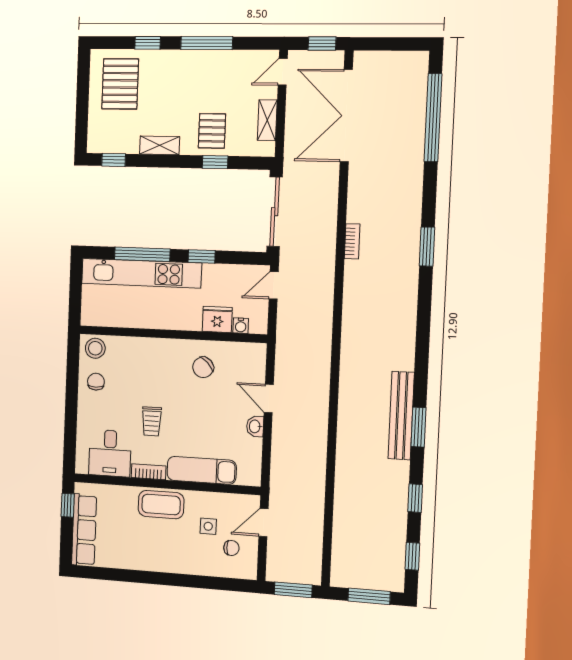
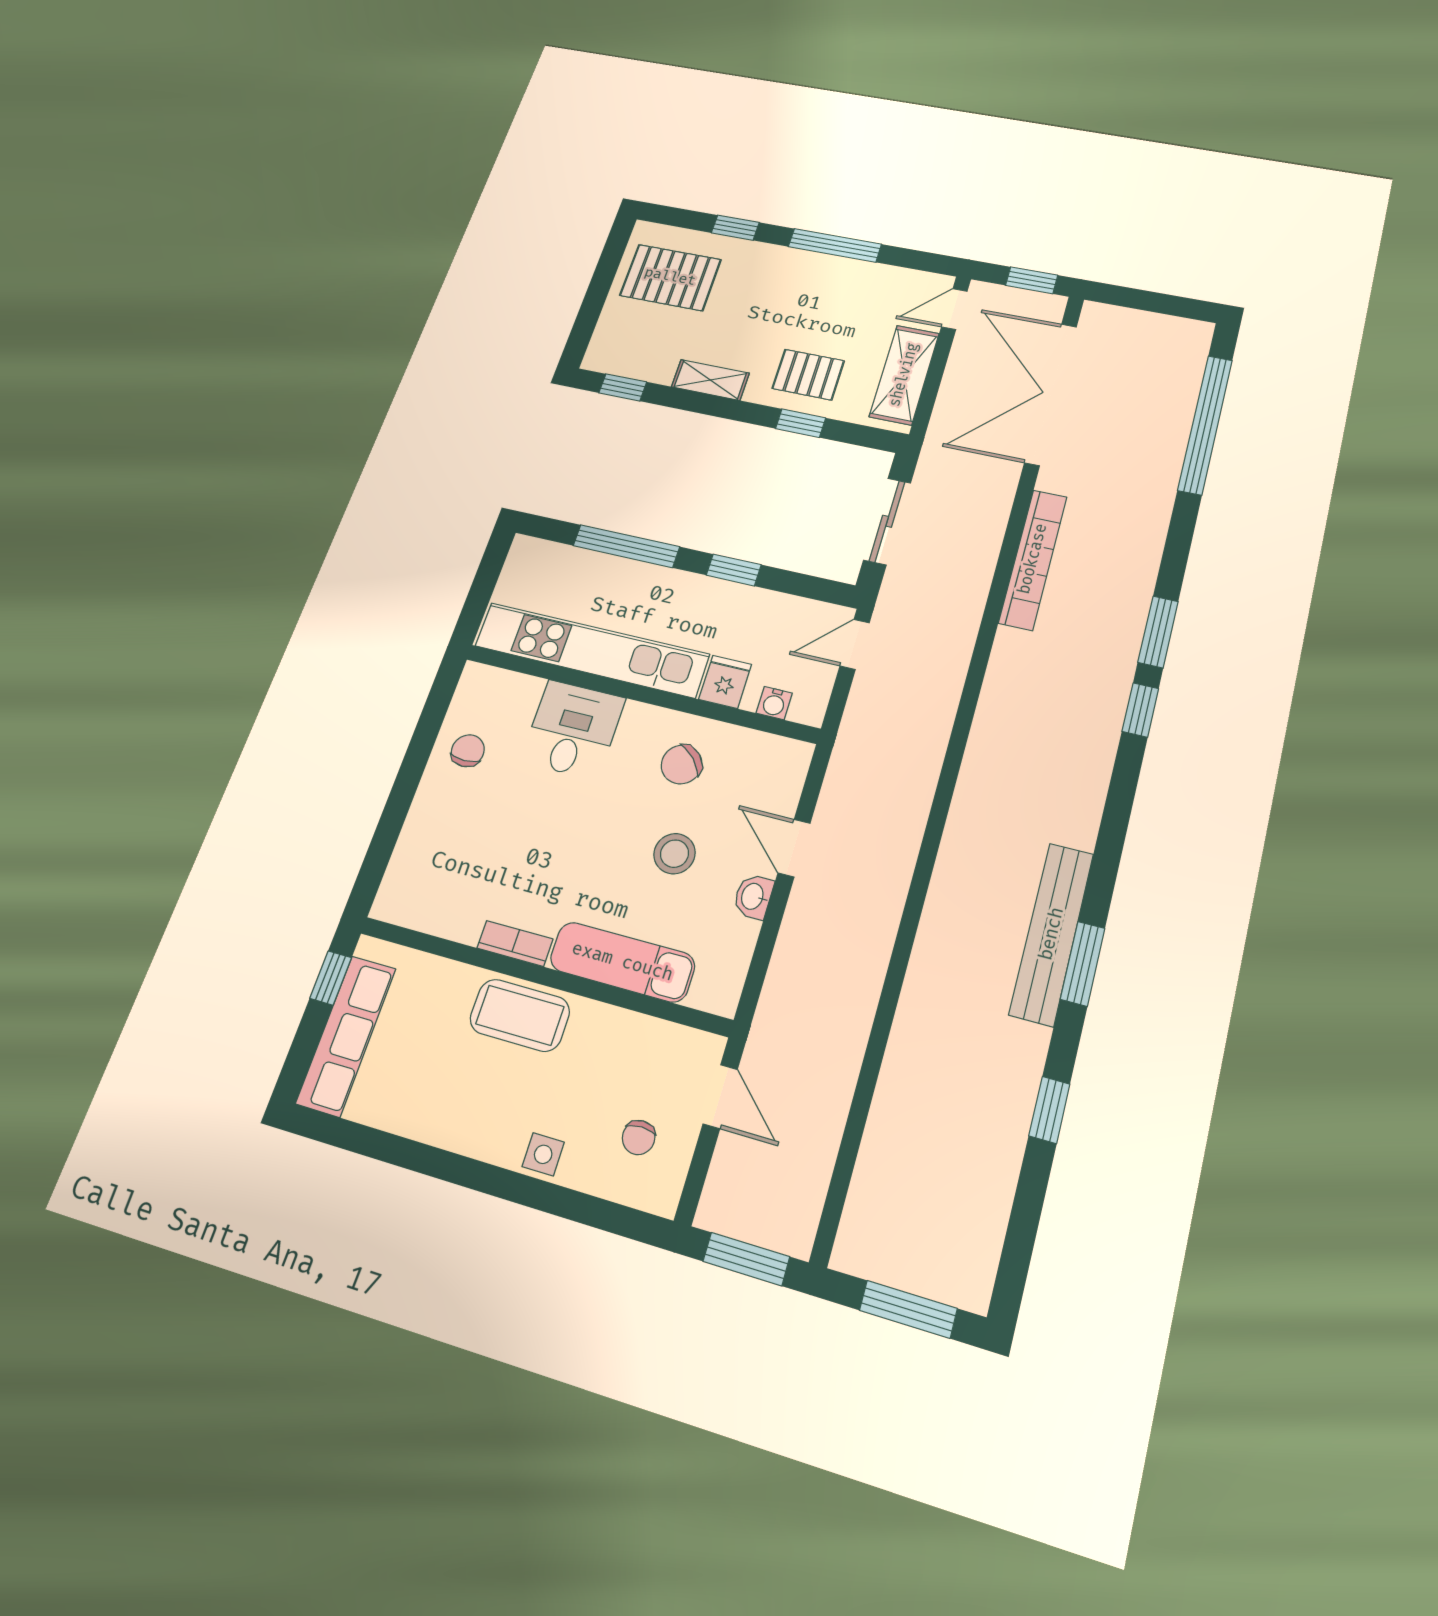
pallet: (120, 84) -> (670, 277), turned 90
shelving: (267, 120) -> (904, 375), width x1.50, depth x1.33
pallet: (212, 131) -> (808, 375), turned 90
sliding door: (275, 212) -> (887, 521), width x0.73
bookcase: (352, 241) -> (1033, 559), width x2.31, depth x1.31
kitchen unit: (141, 273) -> (591, 650), moved, turned 180
fridge: (217, 319) -> (725, 682), width x0.72
stool: (95, 348) -> (674, 854), moved
trolley: (152, 421) -> (551, 846), removed
desk: (110, 453) -> (573, 730), moved, turned 180
door: (264, 523) -> (720, 1097), swing flipped
side table: (208, 526) -> (543, 1154), moved
chair: (231, 548) -> (639, 1137), turned 90
window: (412, 556) -> (1140, 710), moved

